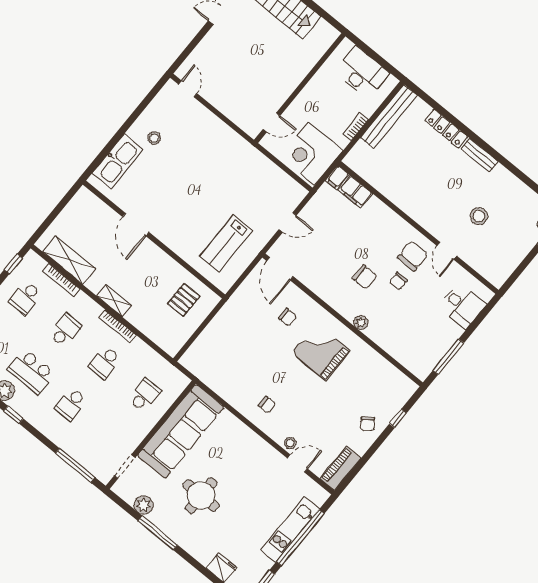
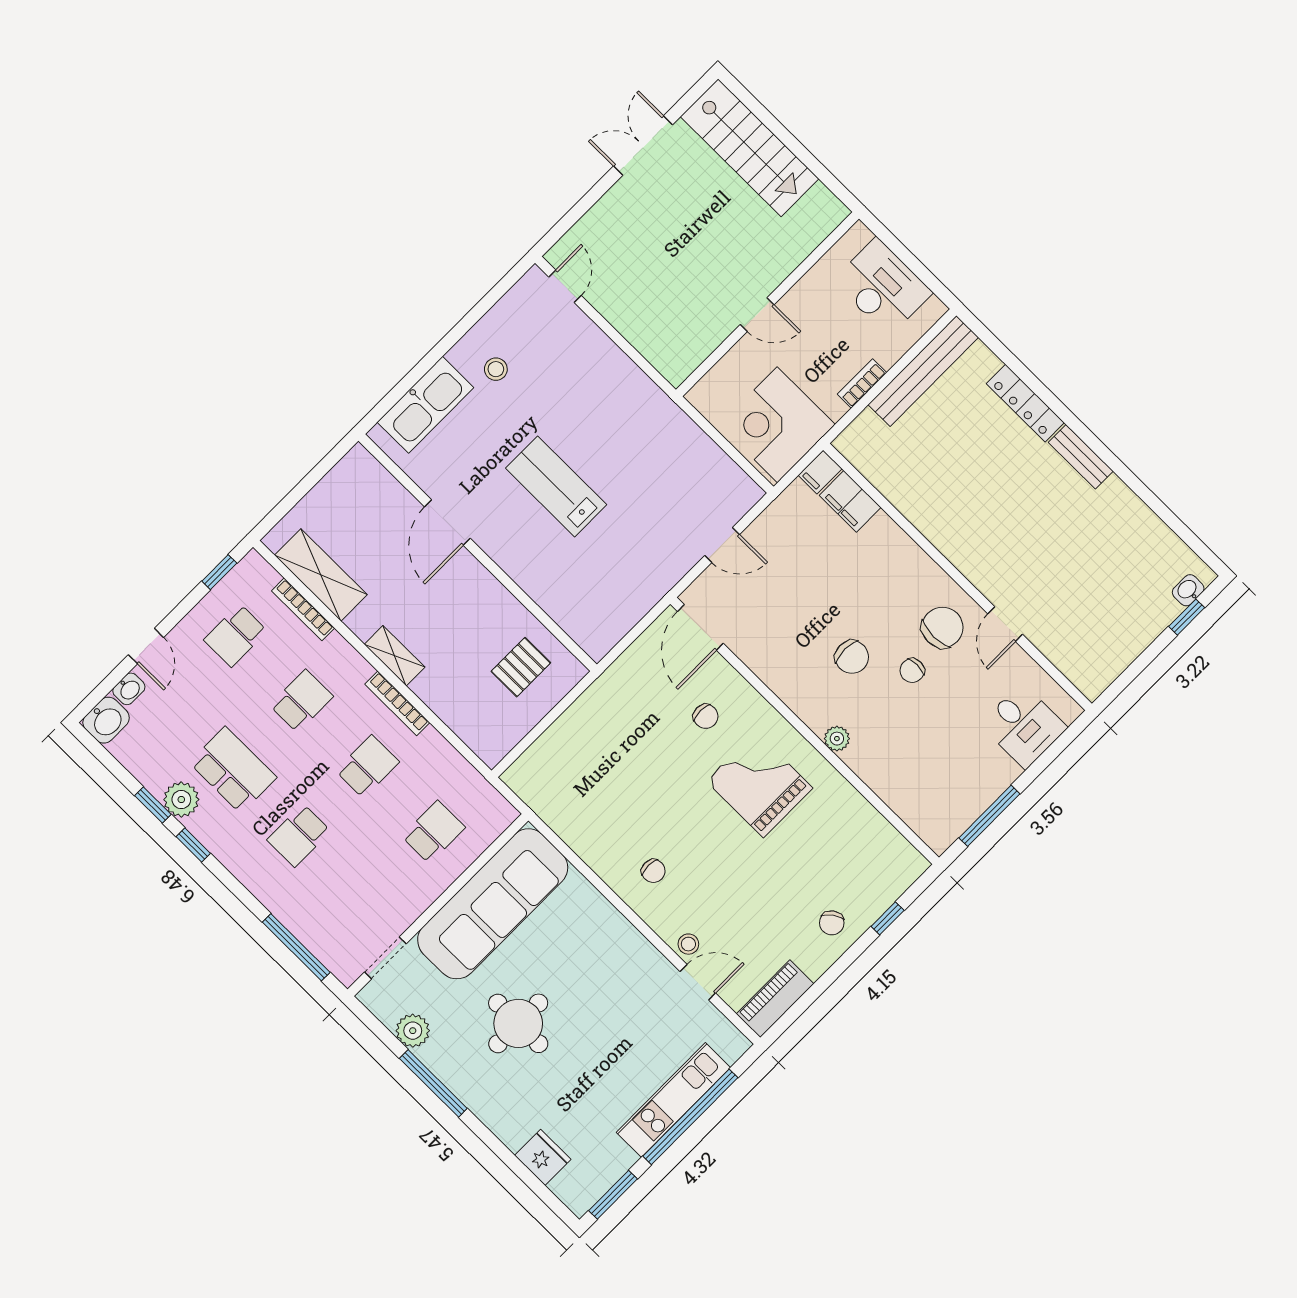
door: (271, 123) -> (757, 315), moved
stool: (479, 216) -> (1069, 567), removed
lab bench: (226, 243) -> (556, 486), moved, turned 90
school desk: (105, 363) -> (367, 766), turned 180
school desk: (31, 372) -> (233, 770), turned 180

